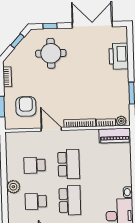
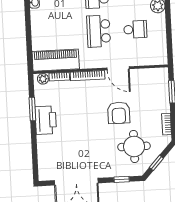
round table: (51, 53) -> (134, 146), moved
printer: (119, 56) -> (46, 120), moved
armchair: (26, 106) -> (119, 113), moved
piano: (115, 136) -> (56, 60), width x1.37, depth x1.33

